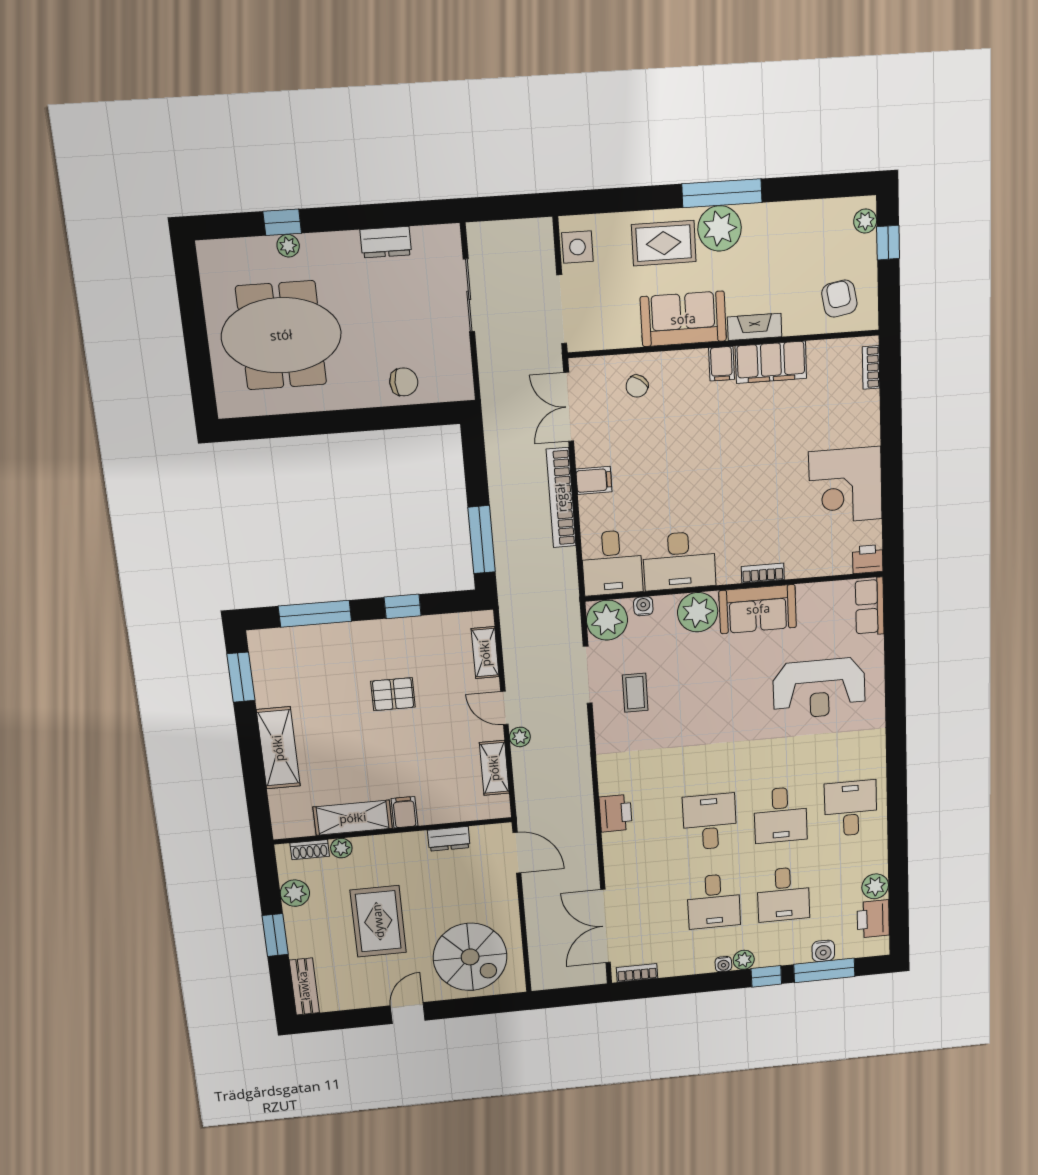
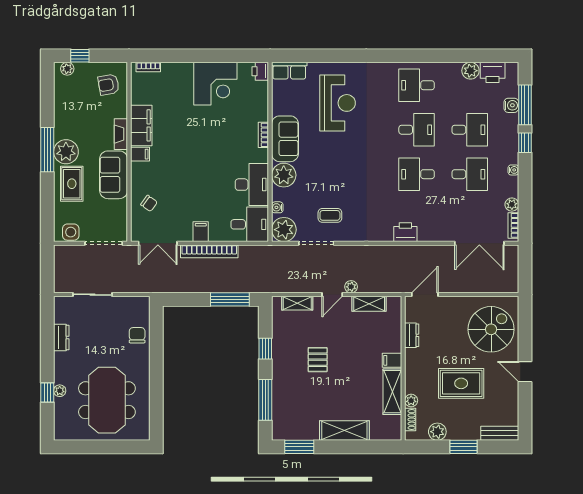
plant: (744, 960) -> (512, 205), moved

